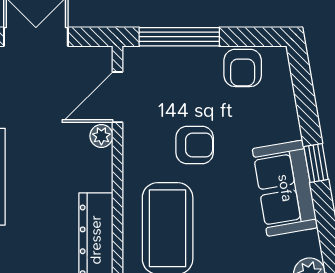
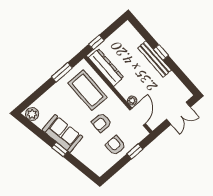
window: (179, 37) -> (135, 151), width x0.46
armchair: (243, 68) -> (115, 145), moved

